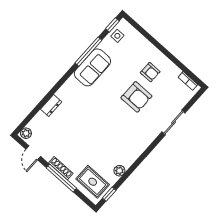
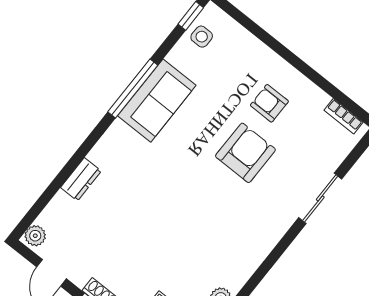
window: (88, 52) -> (133, 89), moved
armchair: (150, 72) -> (269, 103), turned 180
armchair: (136, 97) -> (245, 153), turned -90

